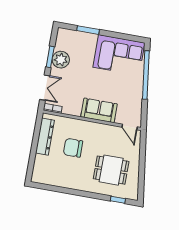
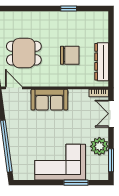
corner sofa: (119, 55) -> (60, 162), moved
window: (50, 57) -> (111, 160), moved
dining table: (111, 170) -> (24, 53), moved
window: (118, 200) -> (69, 9), moved

